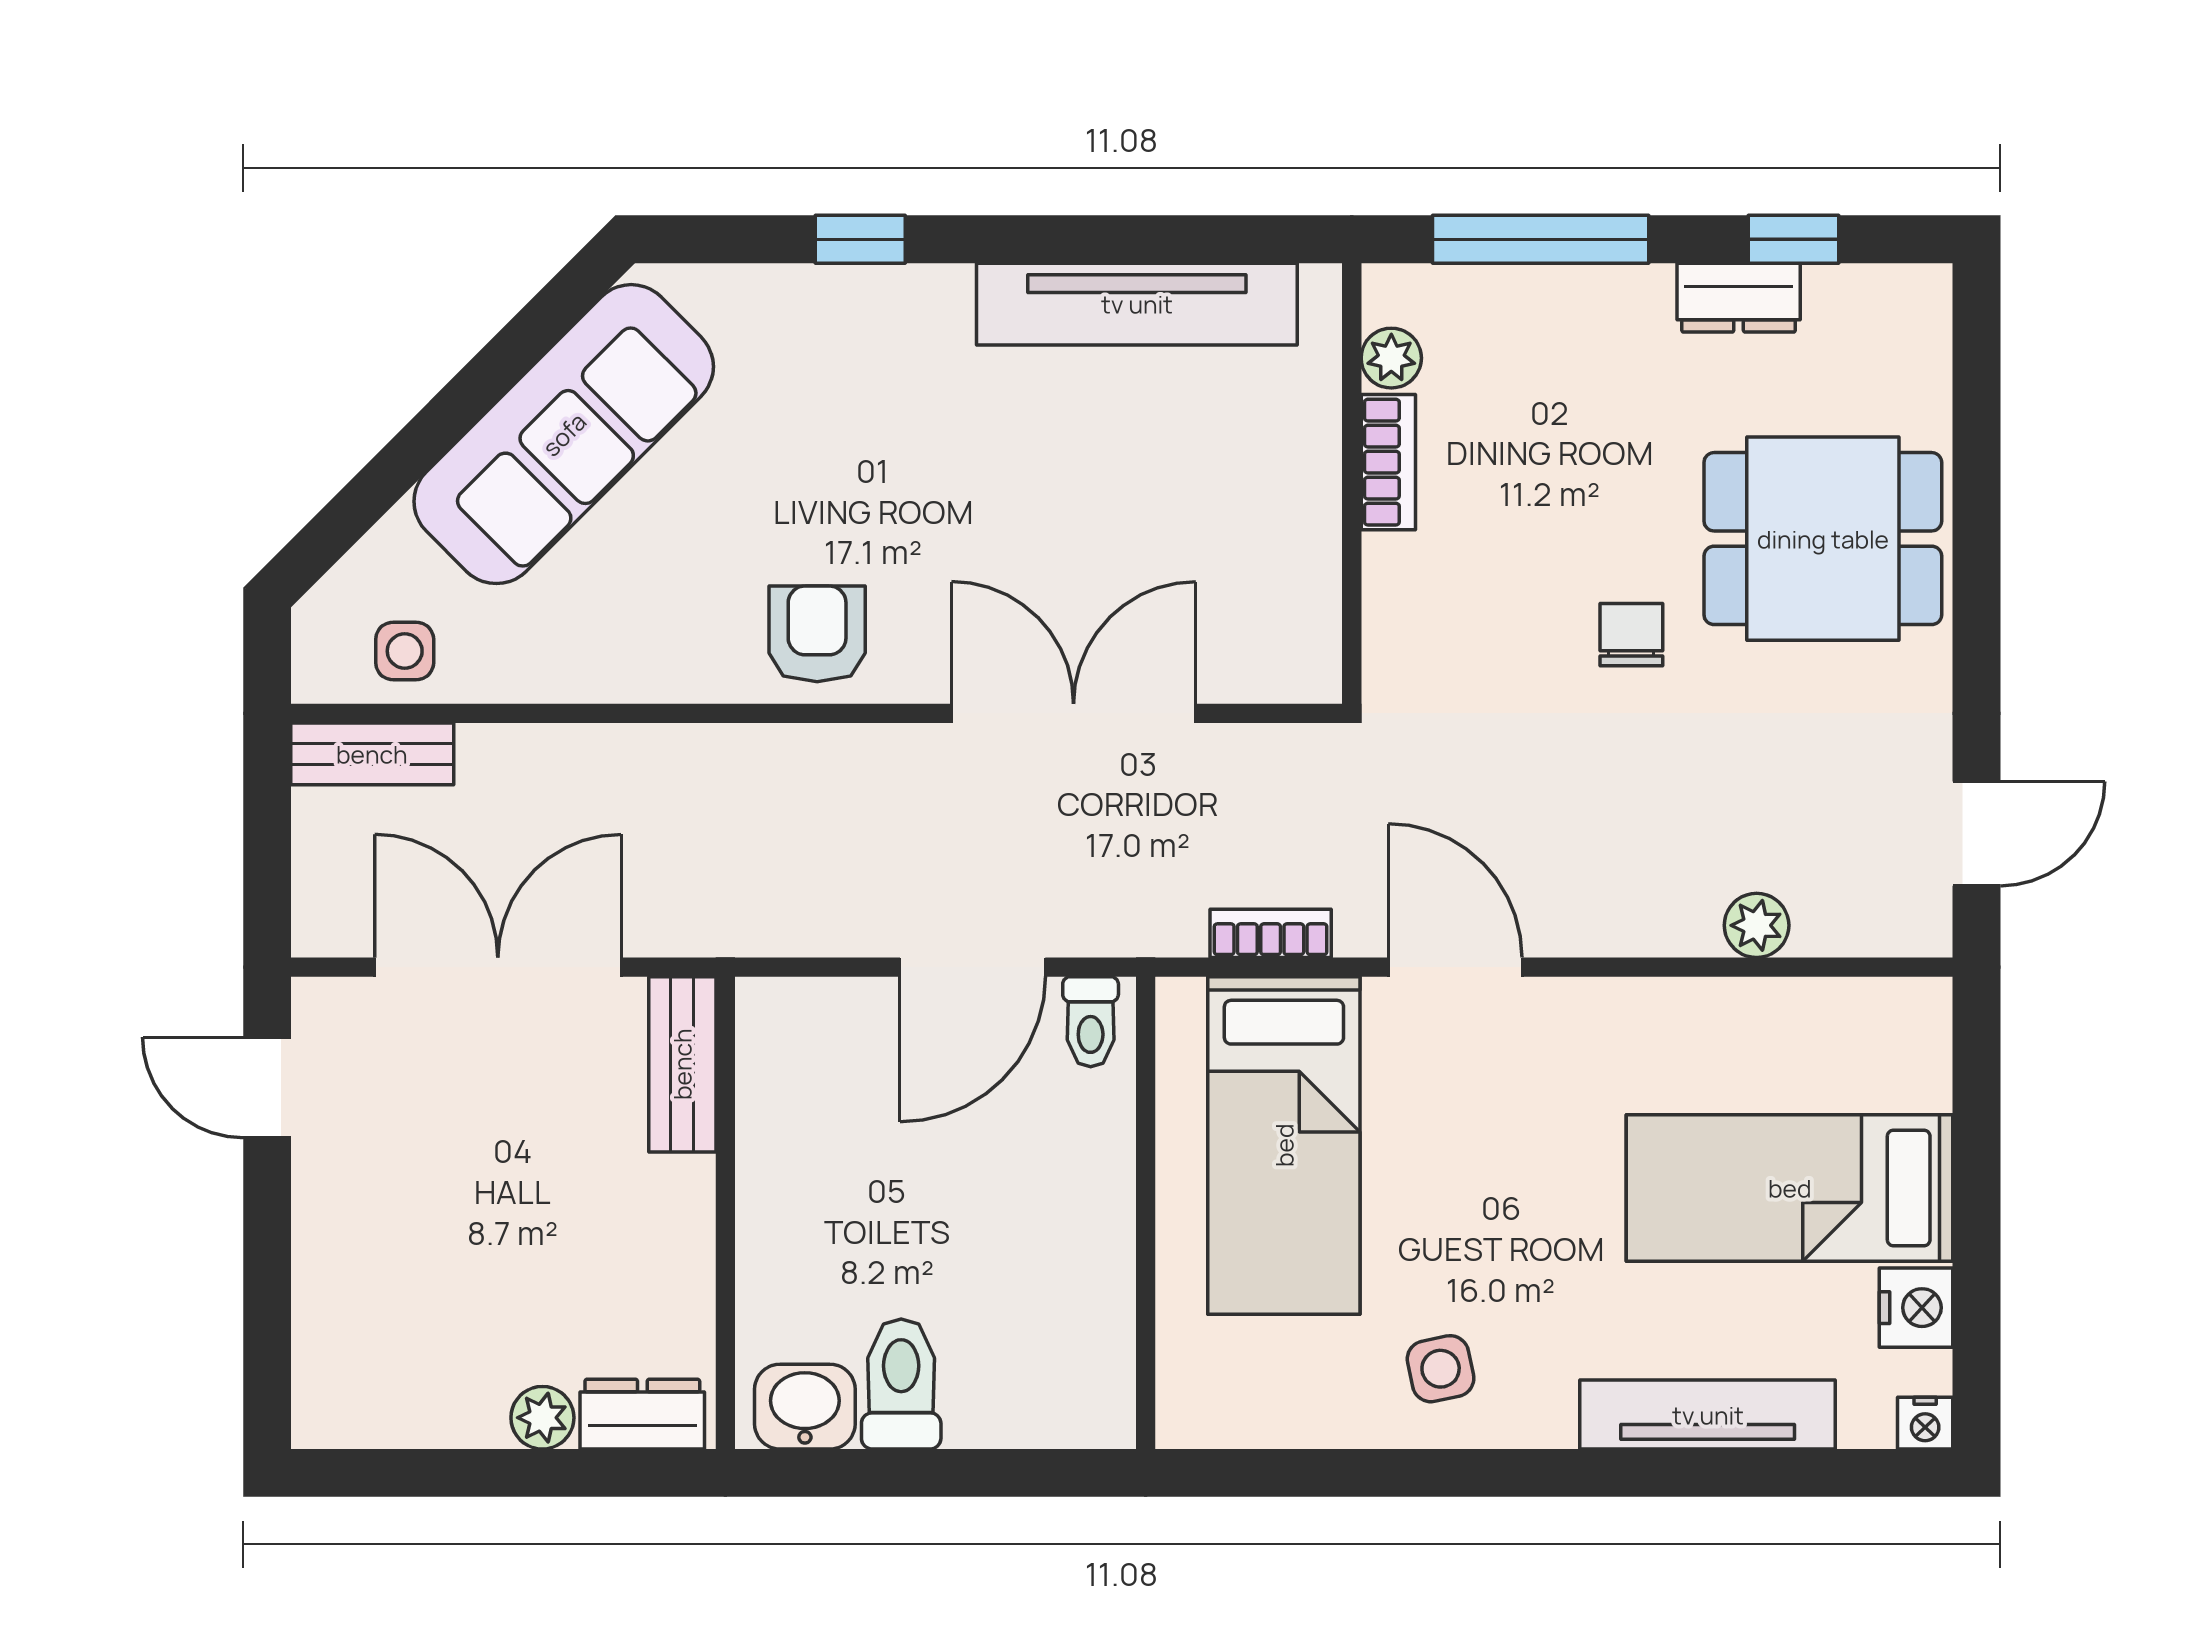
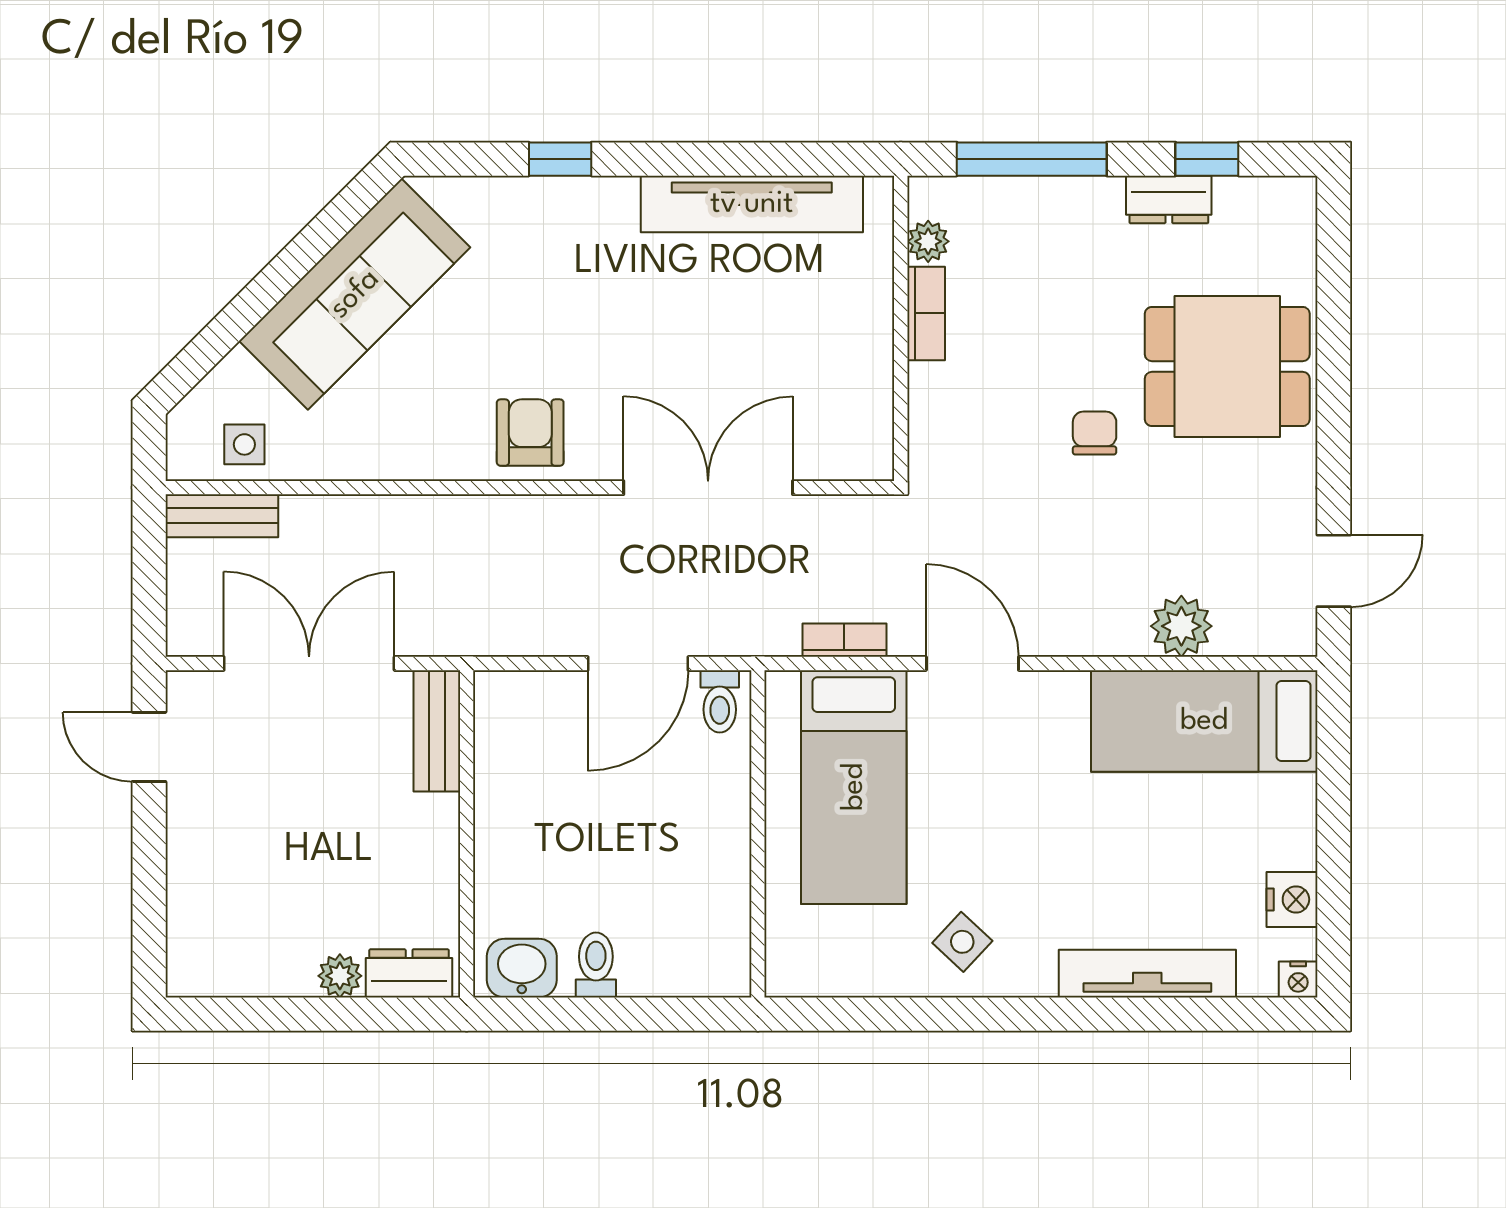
plant: (1757, 925) -> (1181, 626), width x1.38, depth x1.38
bed: (1790, 1188) -> (1204, 721), moved
side table: (1441, 1369) -> (962, 942), turned -35
toilet: (901, 1384) -> (596, 965), width x0.73, depth x0.72

